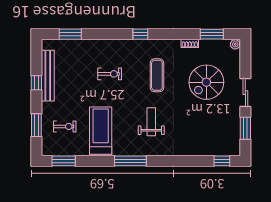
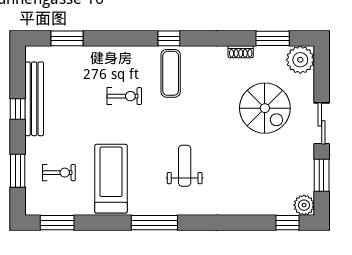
plant: (235, 44) -> (300, 60), width x1.87, depth x1.87
exercise mat: (157, 75) -> (171, 73), moved
spiral stairs: (206, 82) -> (265, 108), turned -90
plant: (233, 149) -> (304, 205), added

